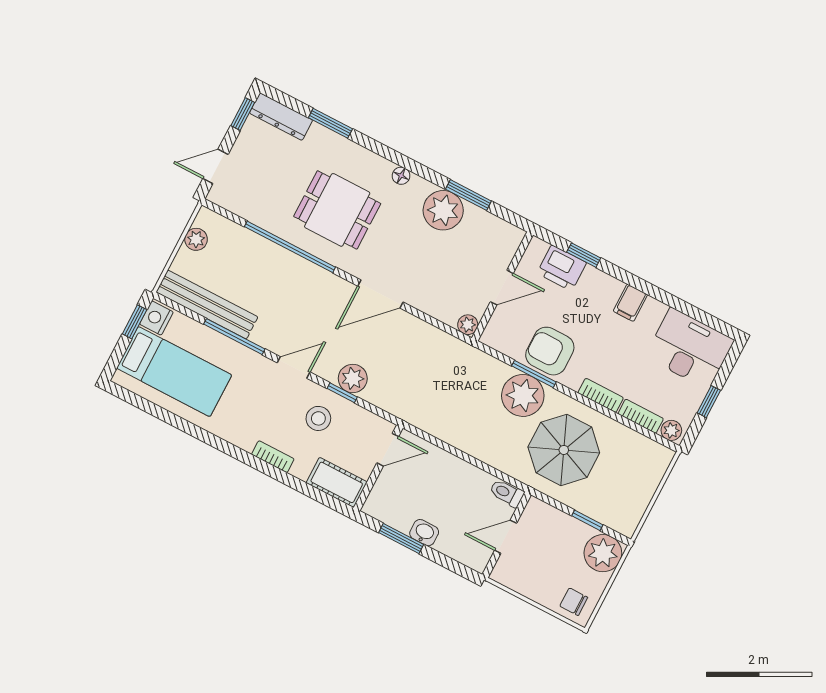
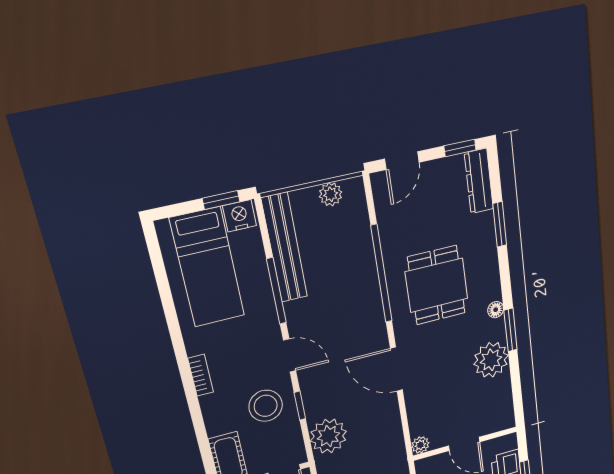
door: (215, 166) -> (402, 161), swing flipped
window: (468, 195) -> (510, 330), moved
plant: (353, 378) -> (328, 436), moved, width x1.36, depth x1.36
stool: (318, 418) -> (266, 406), width x1.38, depth x1.38
bookcase: (273, 457) -> (201, 375), moved

